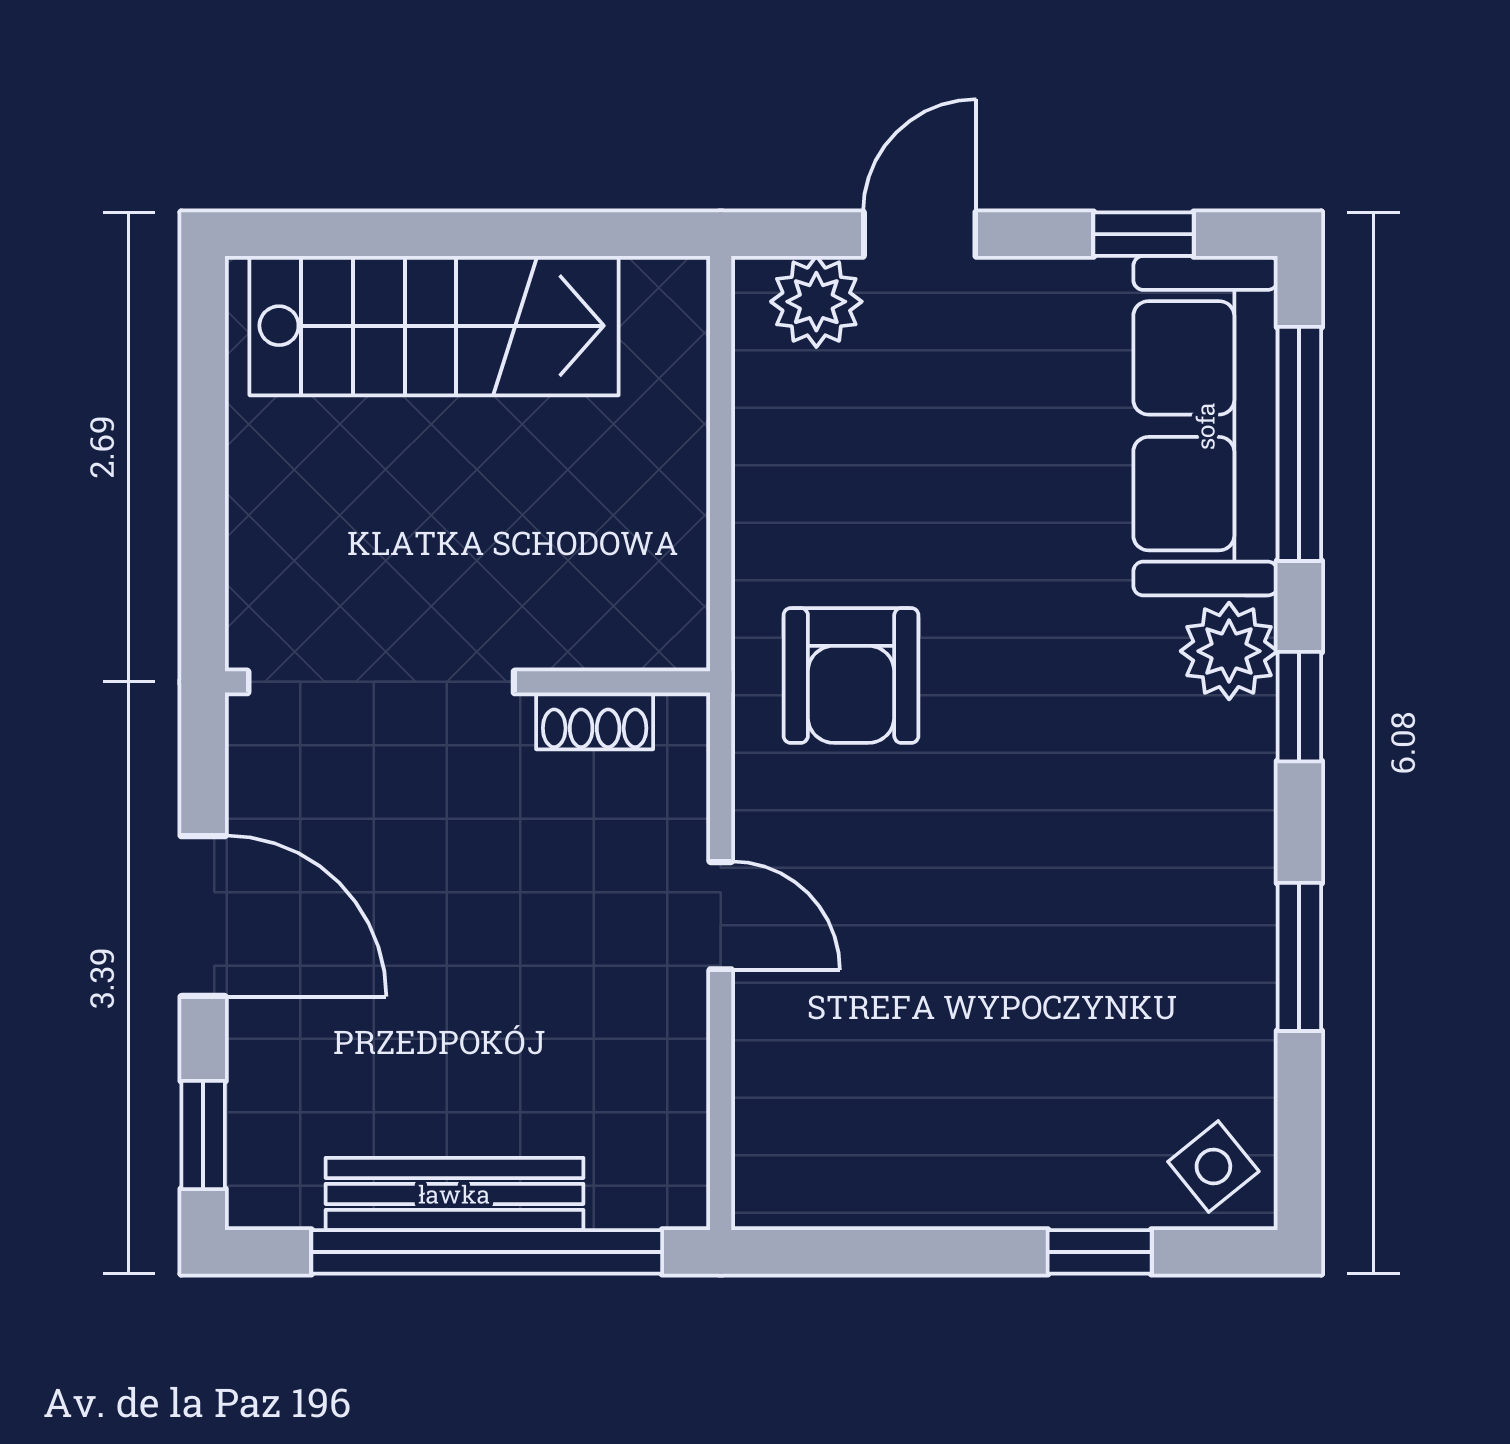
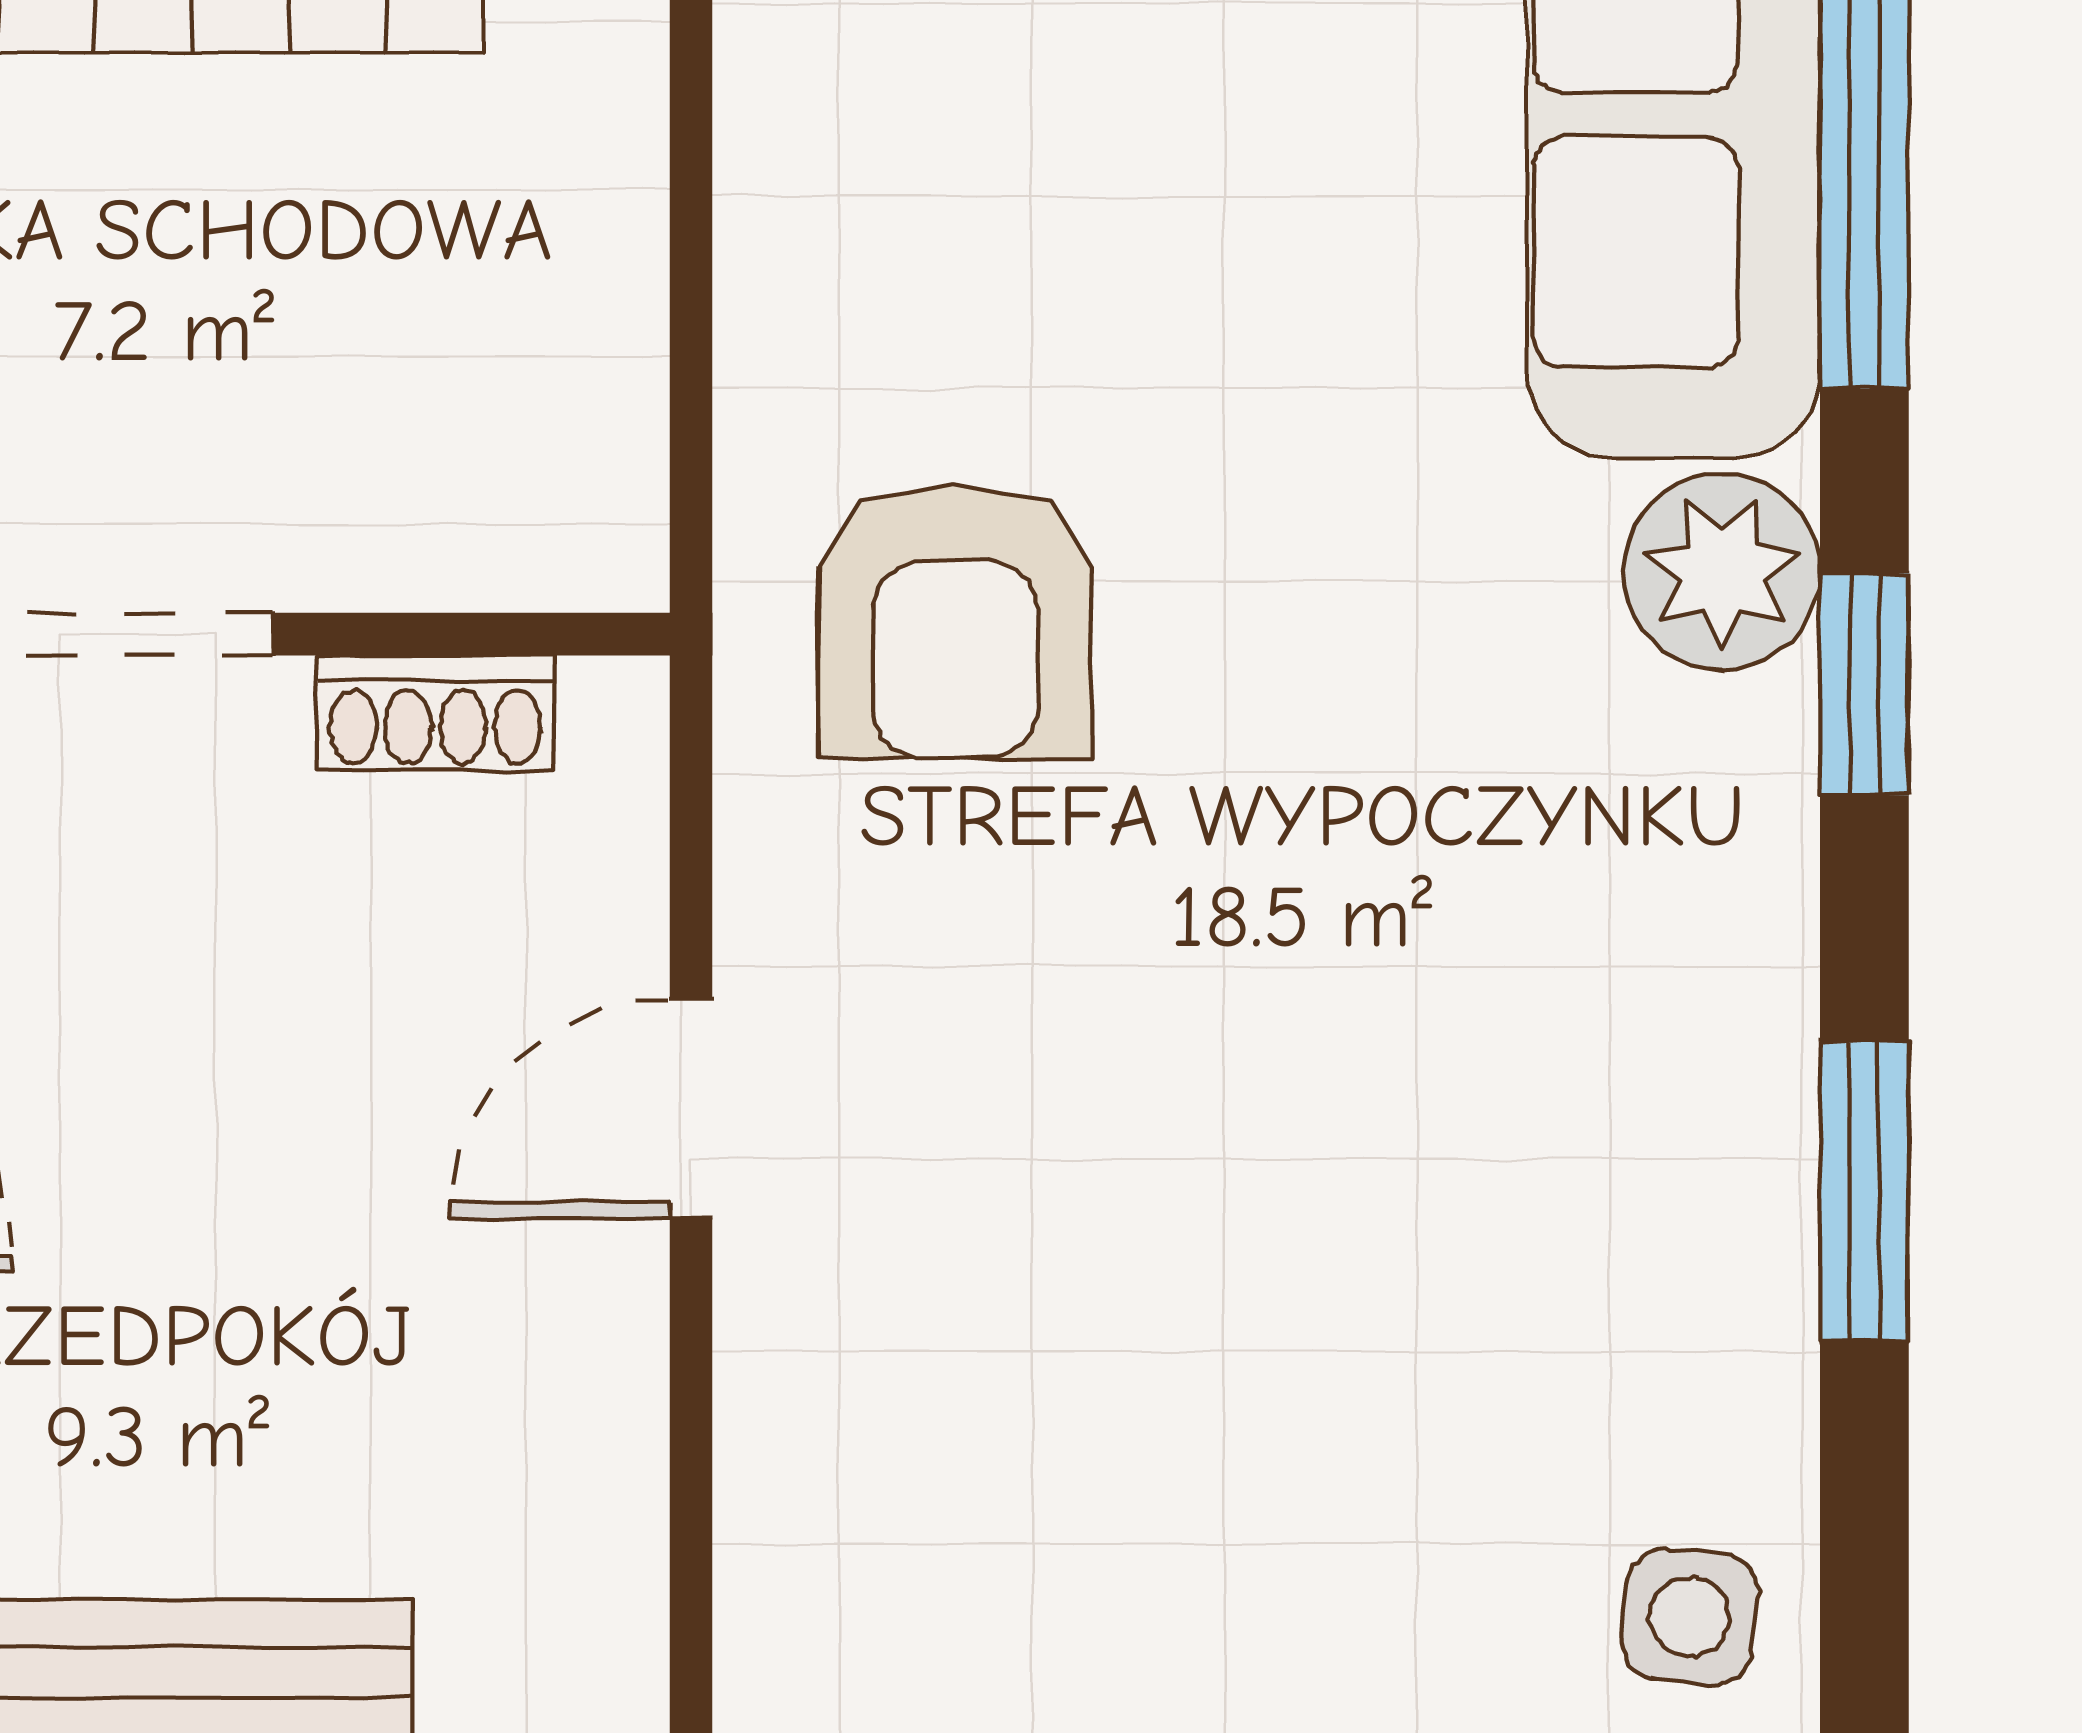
door: (721, 916) -> (691, 1108), swing flipped
side table: (1213, 1166) -> (1690, 1617), turned 45

